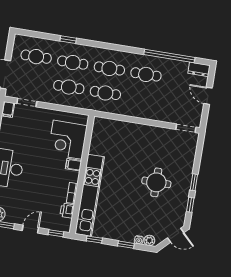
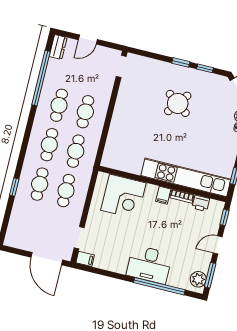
cafe table: (36, 57) -> (85, 112), moved
filing cabinet: (74, 165) -> (163, 195), moved
round table: (156, 182) -> (178, 103), turned 37
door: (30, 229) -> (218, 245), hinge flipped

